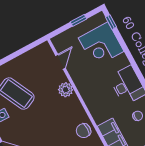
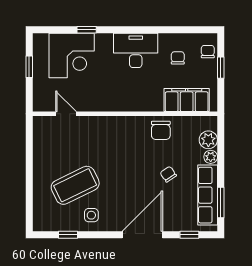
window: (111, 22) -> (87, 30), moved
plant: (66, 90) -> (102, 125), removed

